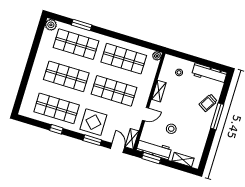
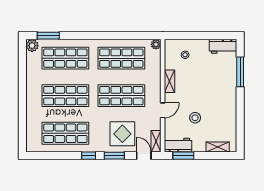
window: (82, 25) -> (48, 36), moved
workbench: (209, 74) -> (223, 46), width x0.73
trolley: (208, 103) -> (226, 78), removed
window: (217, 116) -> (240, 72), moved
display table: (93, 122) -> (122, 134), moved
window: (56, 129) -> (89, 156), moved
workbench: (154, 149) -> (178, 145), width x0.73

